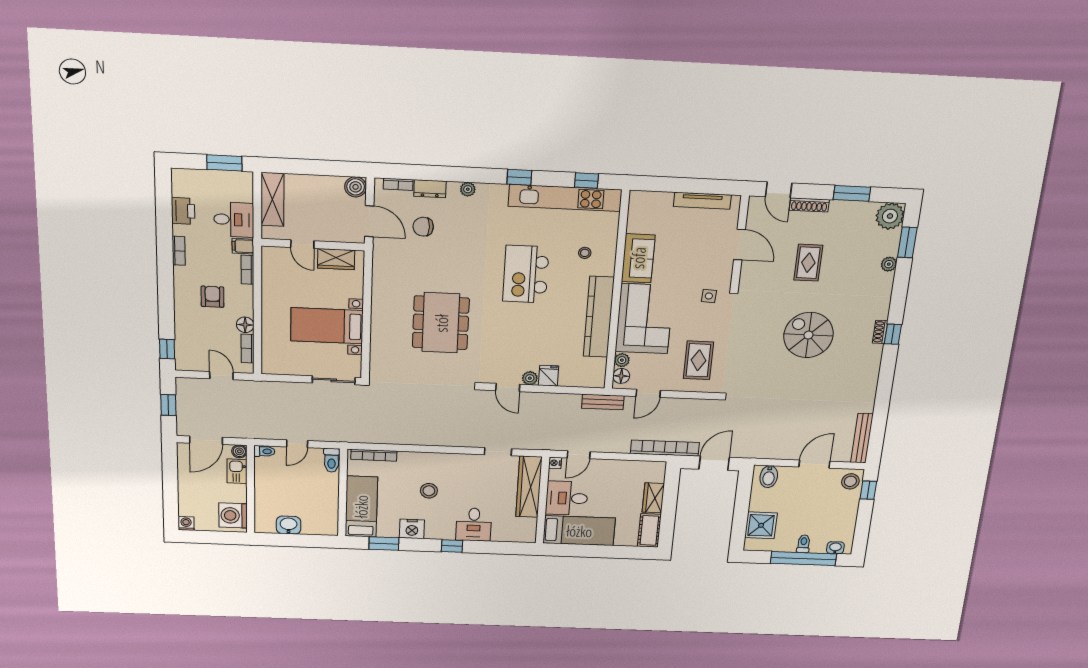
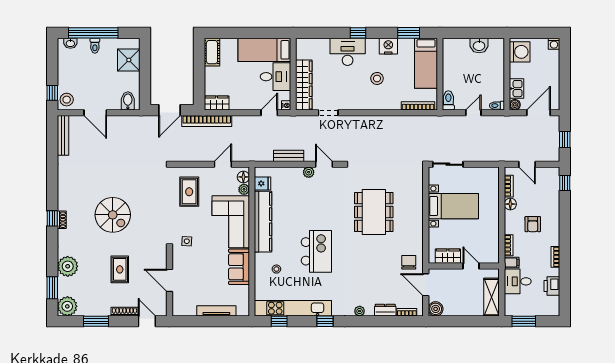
tv unit: (702, 201) -> (216, 311), moved
chair: (423, 227) -> (409, 262), moved, turned -90
plant: (889, 264) -> (68, 266), width x1.88, depth x1.88
fridge: (548, 376) -> (262, 183), moved, turned -90
bench: (603, 402) -> (289, 156), moved
door: (814, 464) -> (95, 113), hinge flipped
wardrobe: (653, 498) -> (217, 103), moved, turned -90
desk: (474, 524) -> (348, 52), width x1.37

